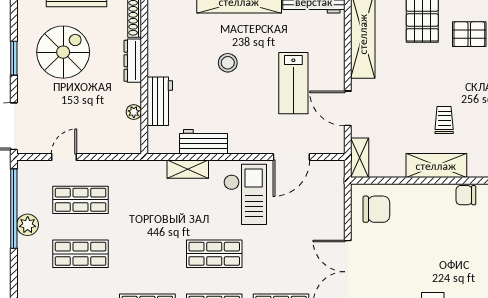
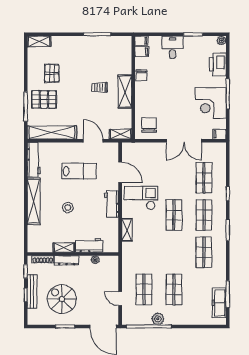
shelving: (156, 56) -> (64, 248), added
door: (348, 108) -> (93, 141), swing flipped
workbench: (204, 142) -> (112, 204), moved

